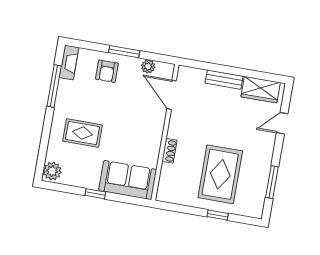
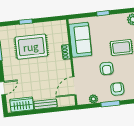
door: (172, 95) -> (74, 86), swing flipped
armchair: (114, 107) -> (107, 68), added
rug: (220, 174) -> (31, 47), turned 90
sofa: (128, 180) -> (80, 40), moved, turned -90

